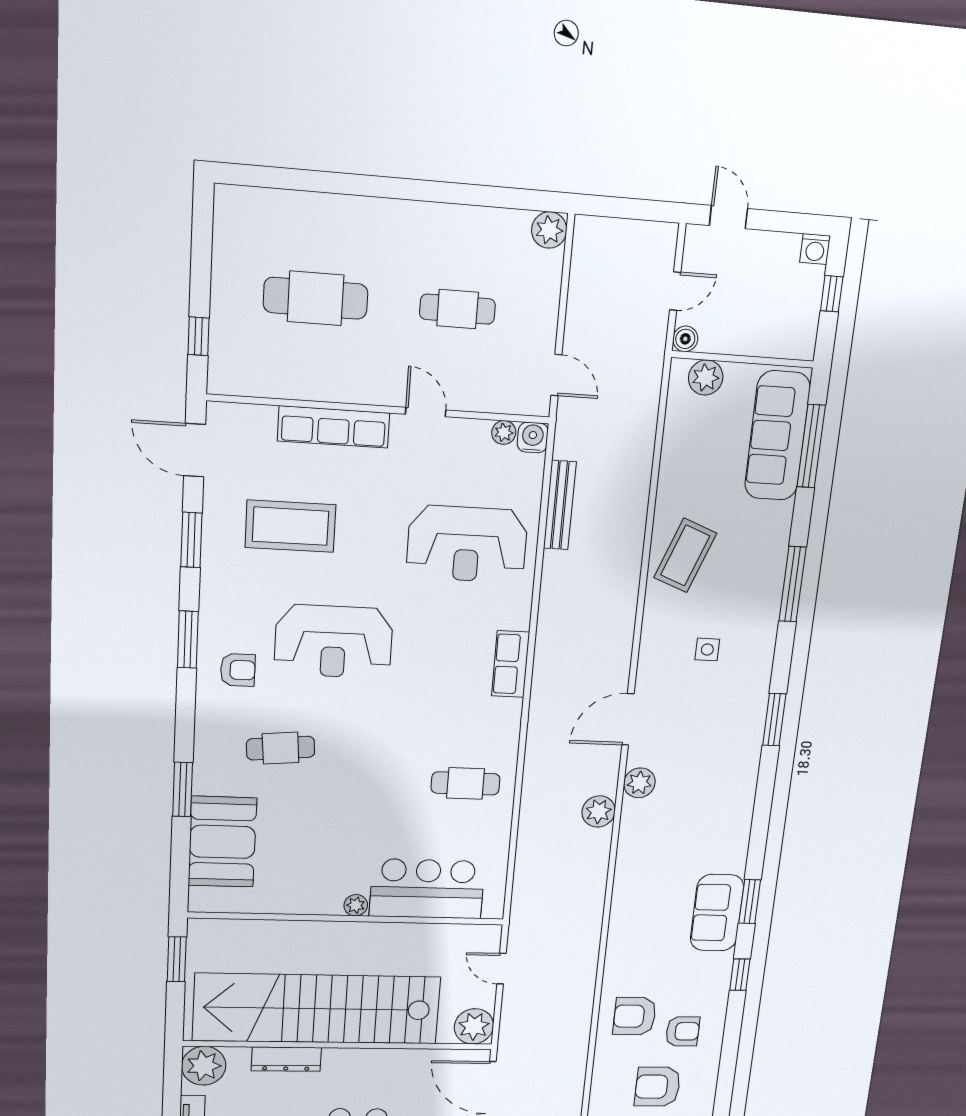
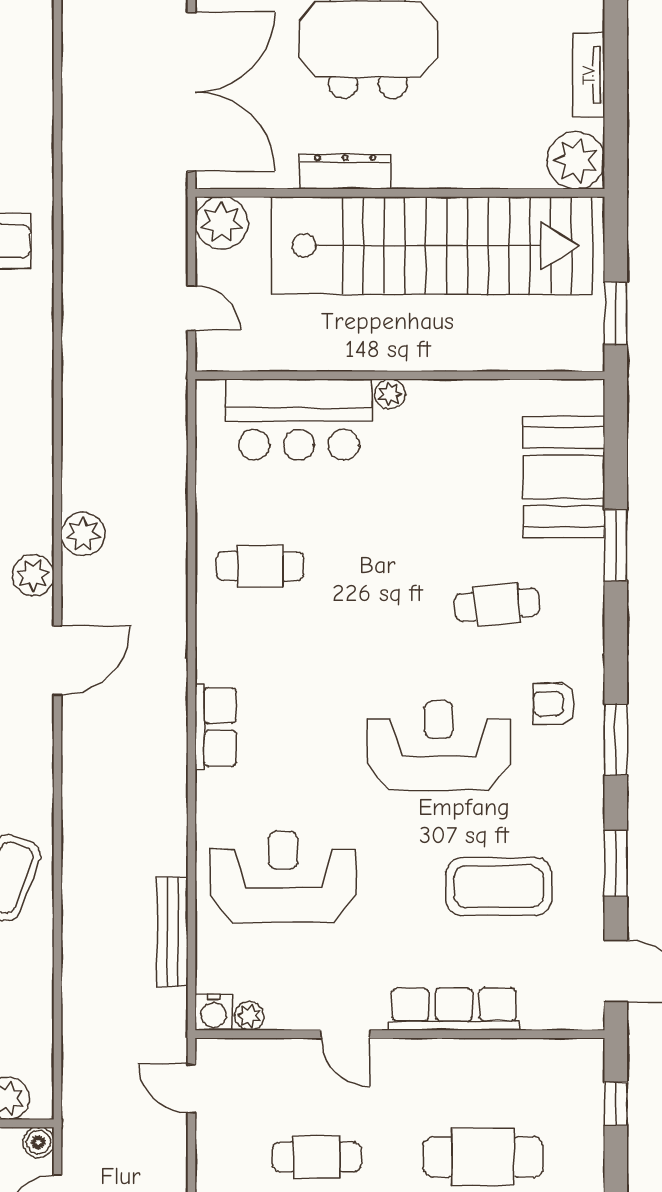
dresser: (286, 1059) -> (345, 171), moved

